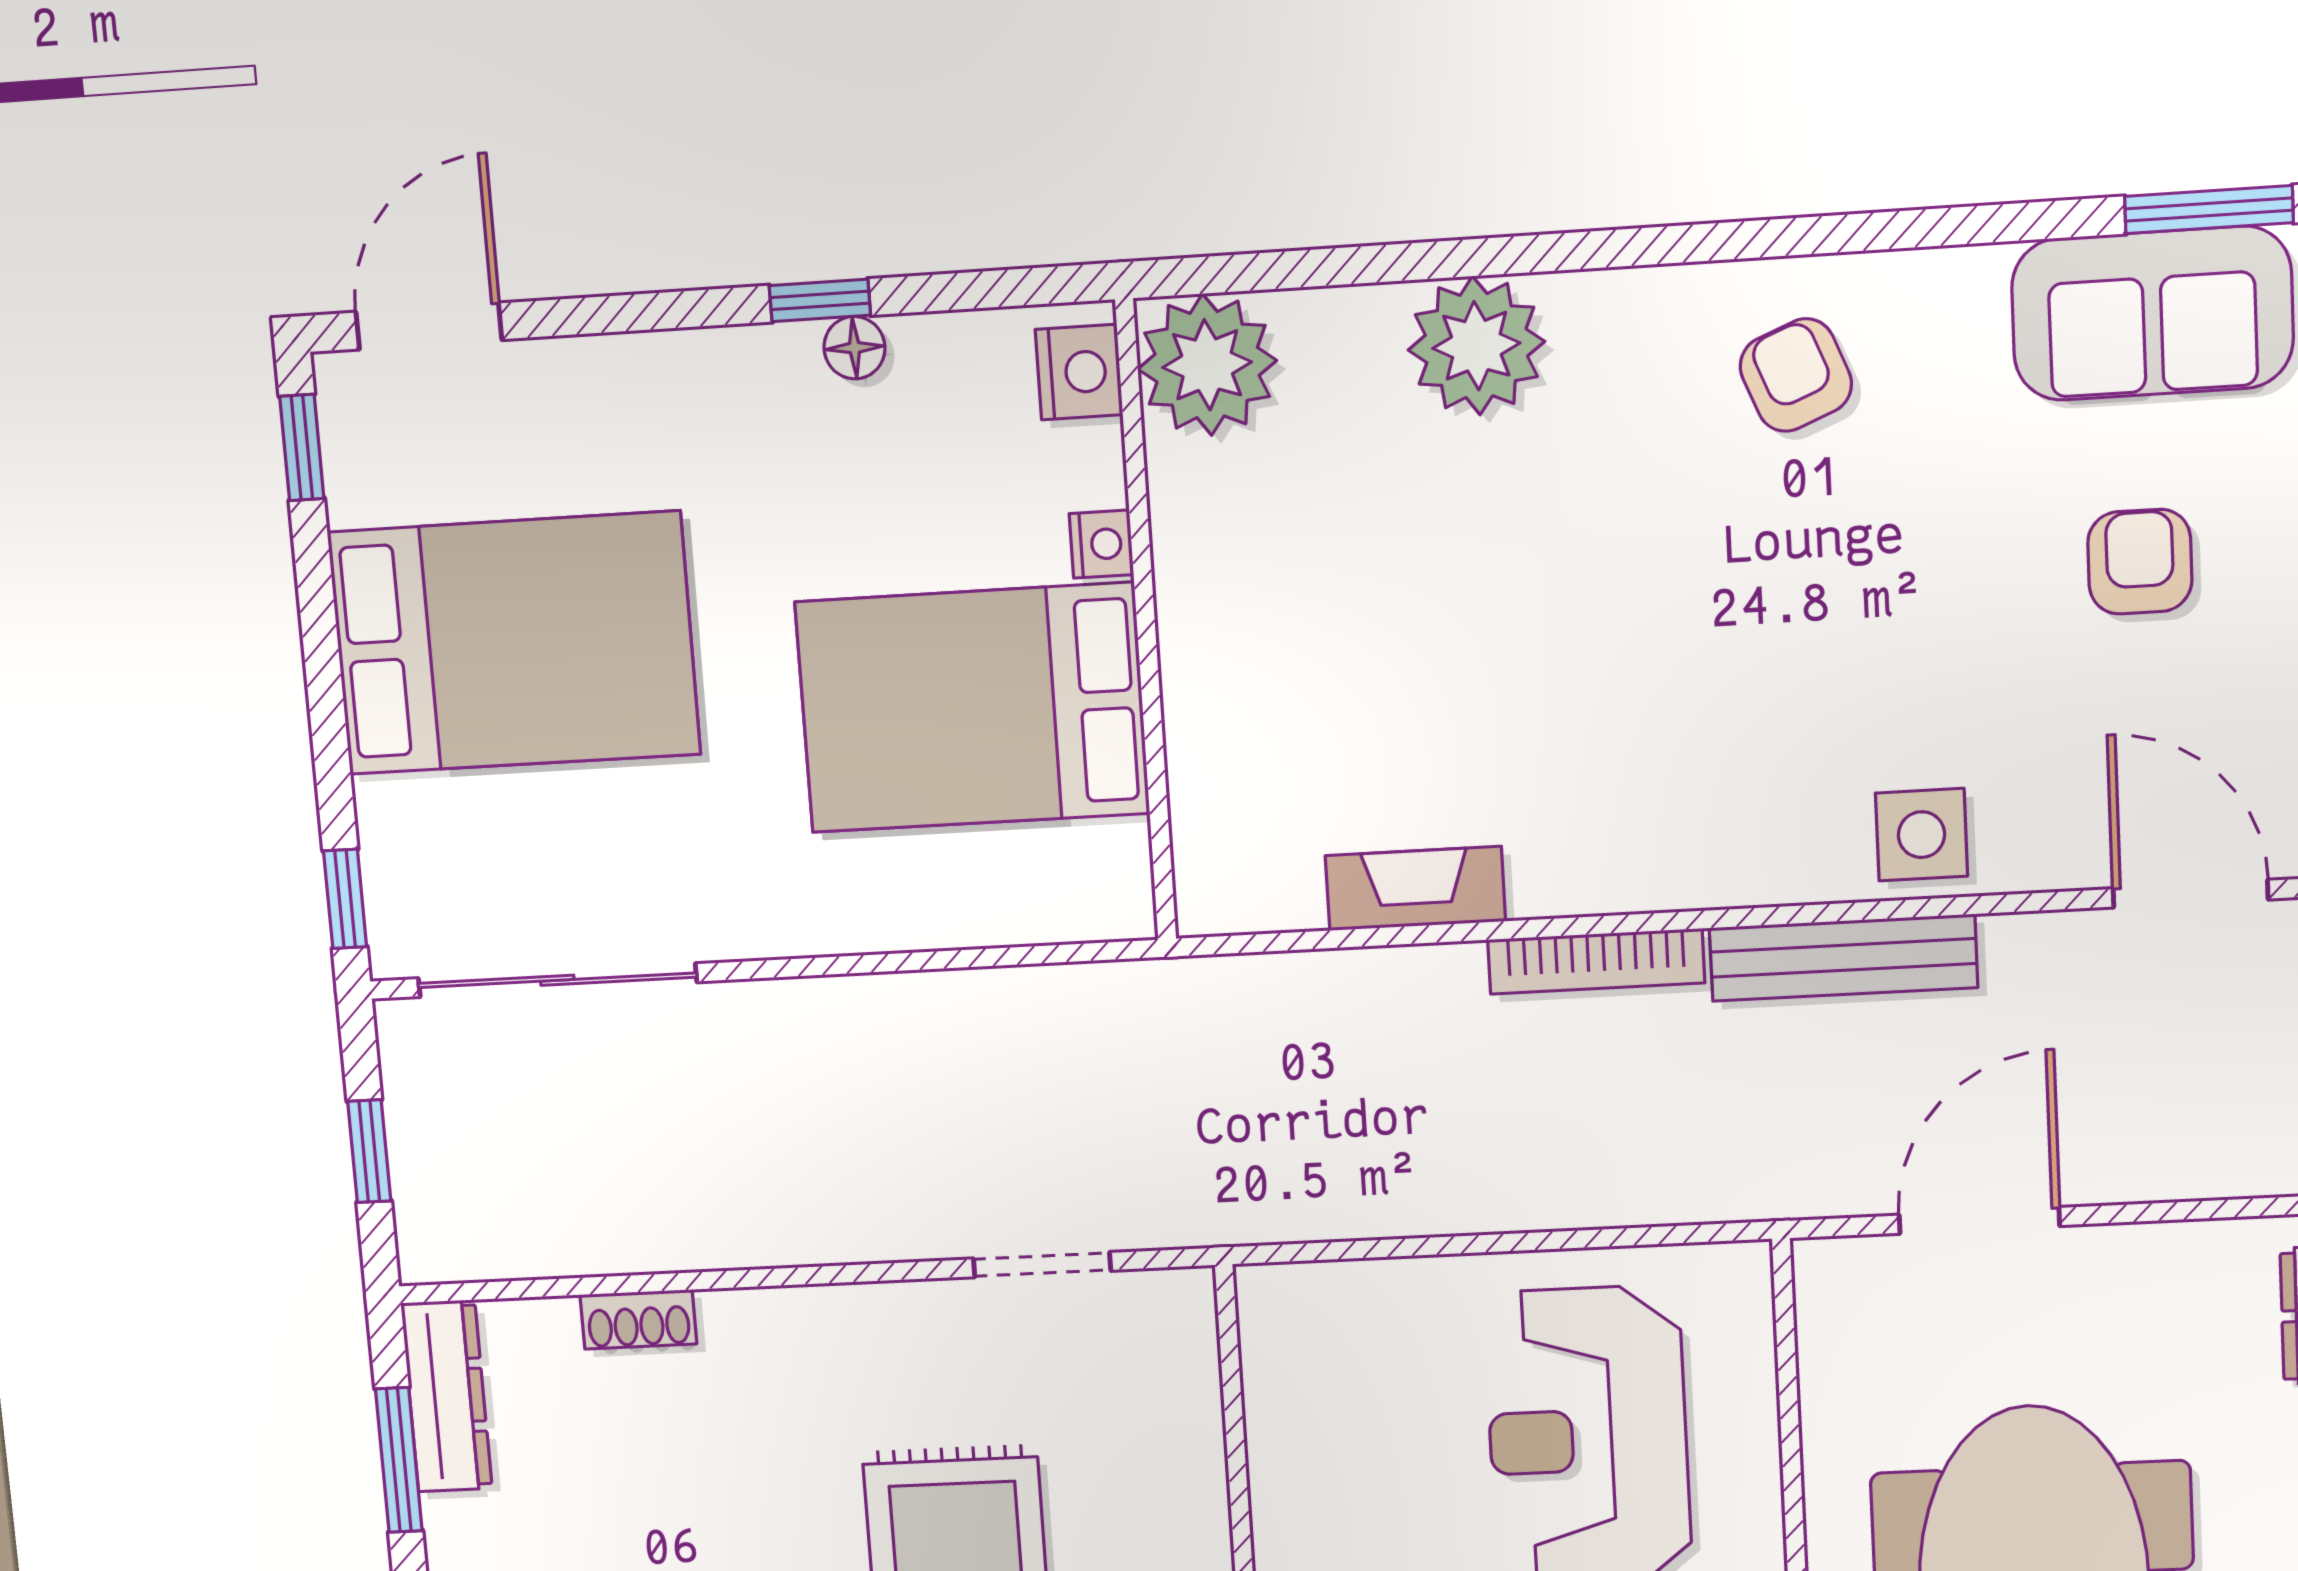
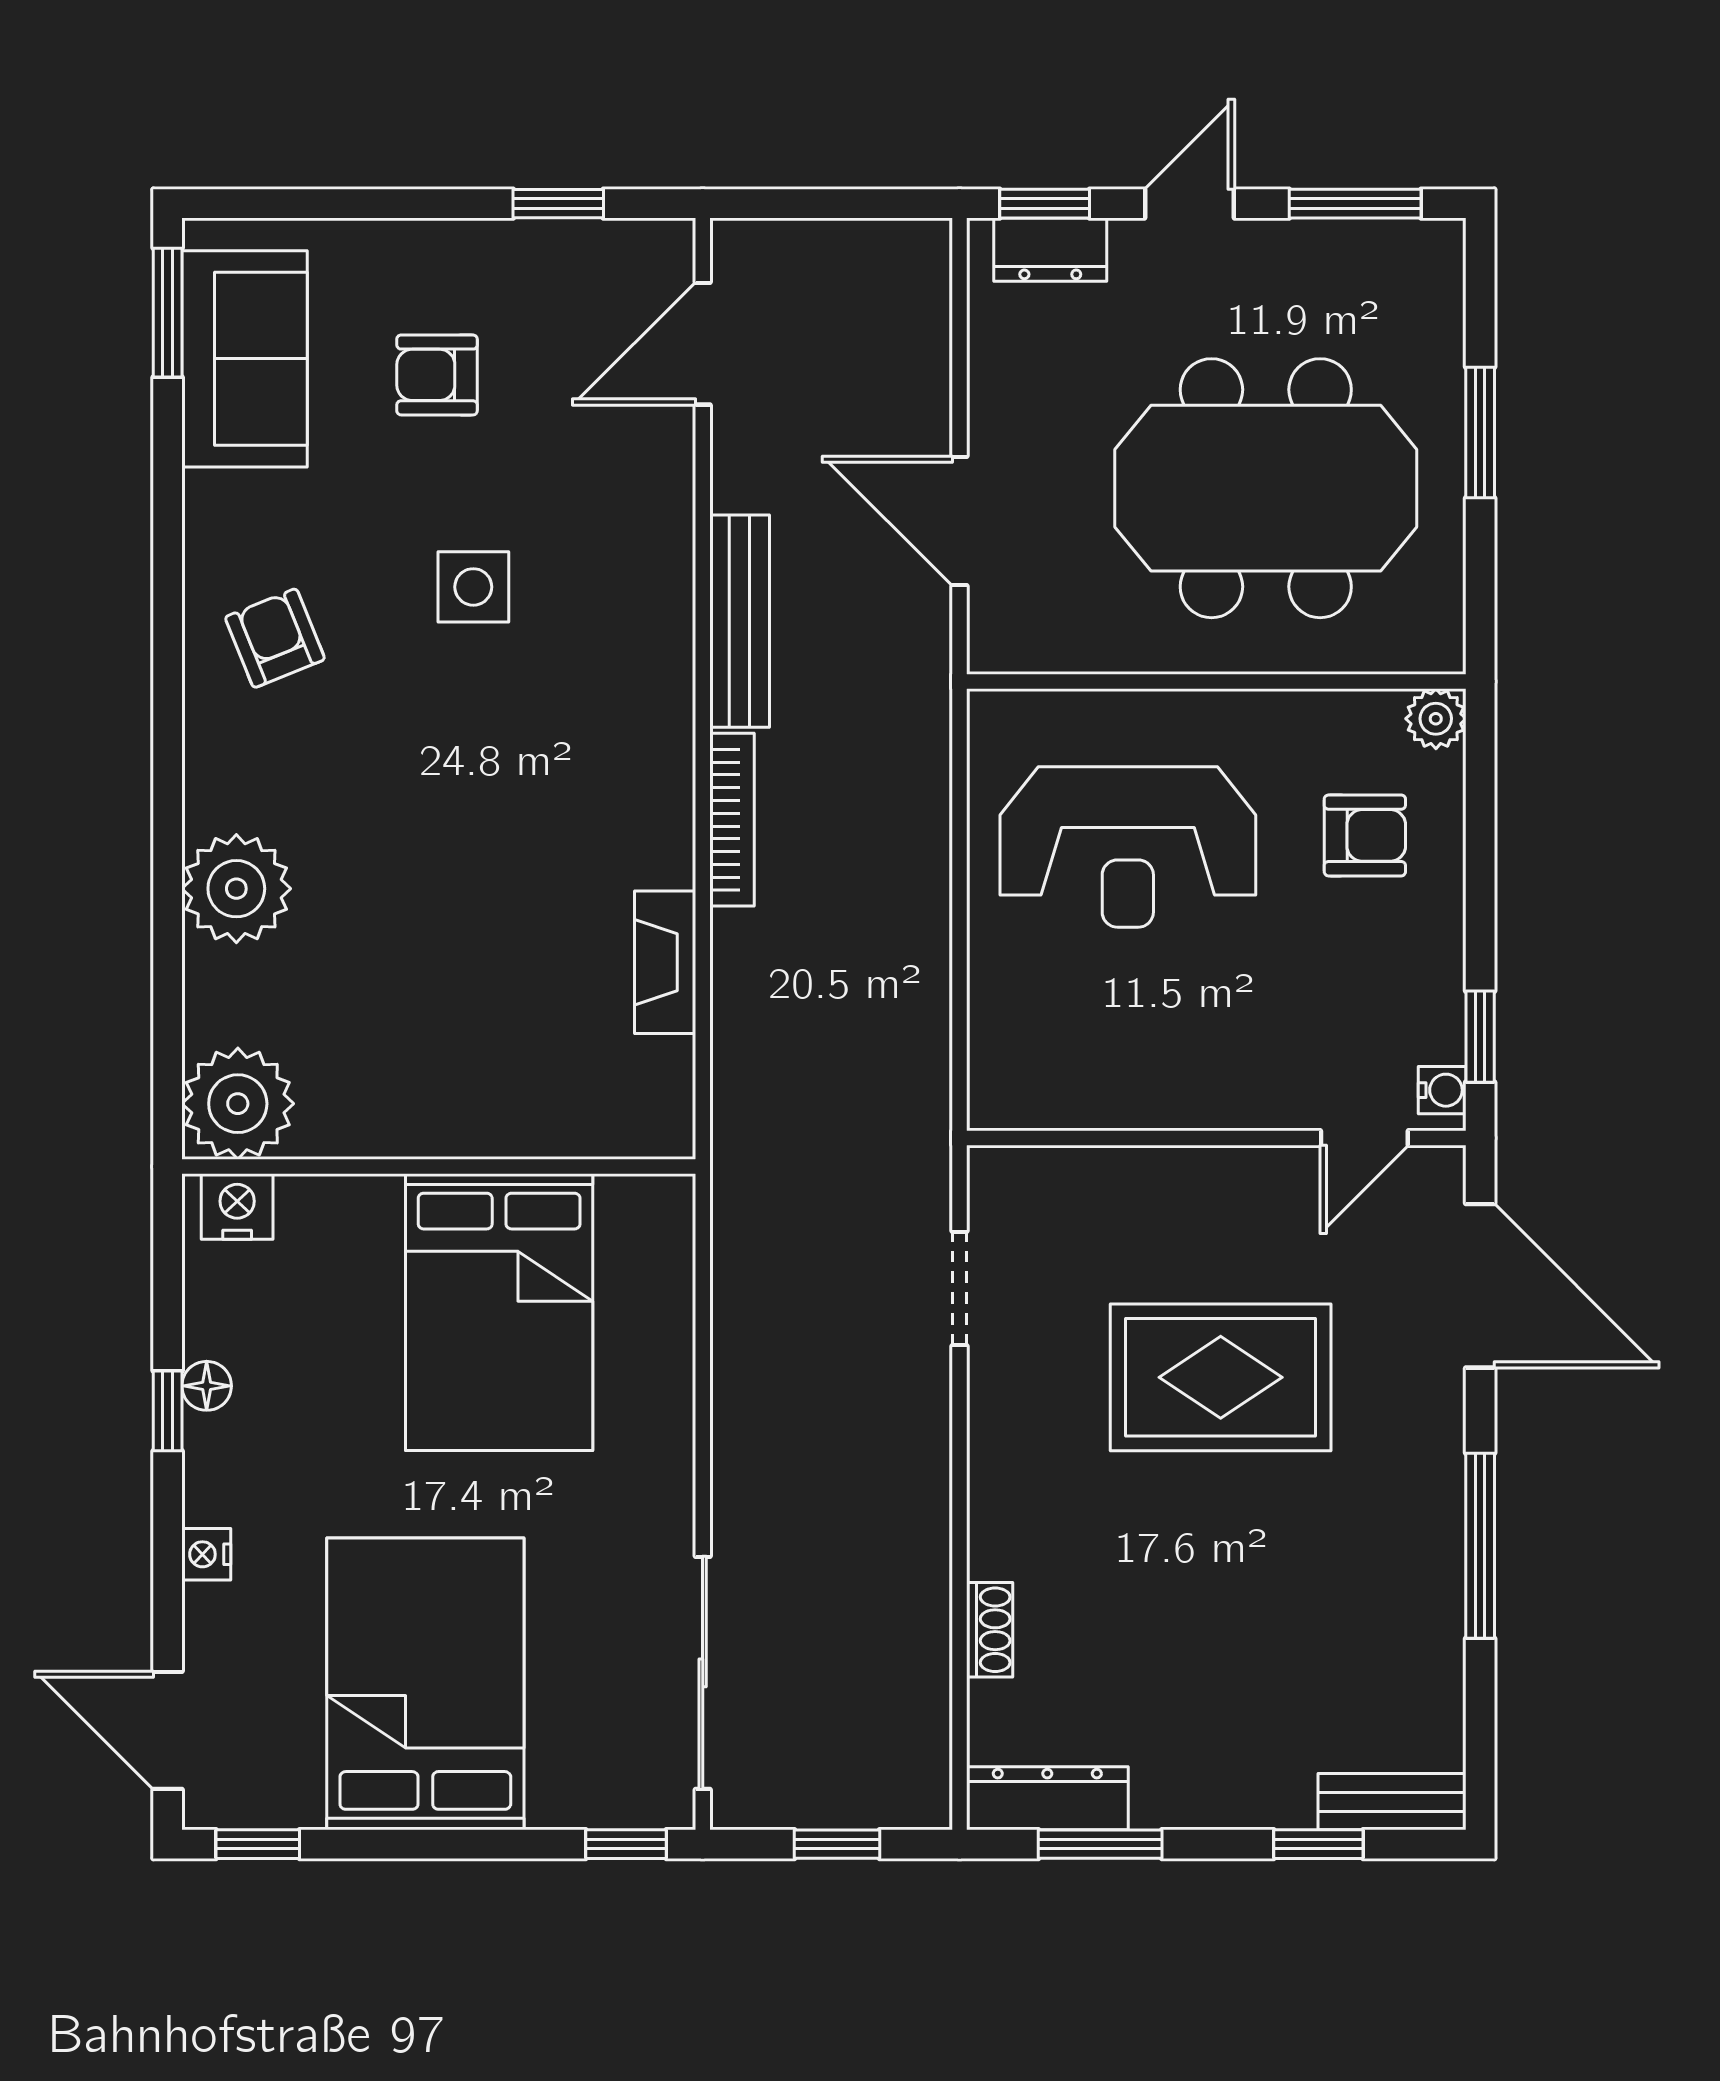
armchair: (1796, 375) -> (275, 638), turned 90
nightstand: (1101, 544) -> (206, 1554), moved, turned -90
side table: (1921, 835) -> (473, 587), moved

